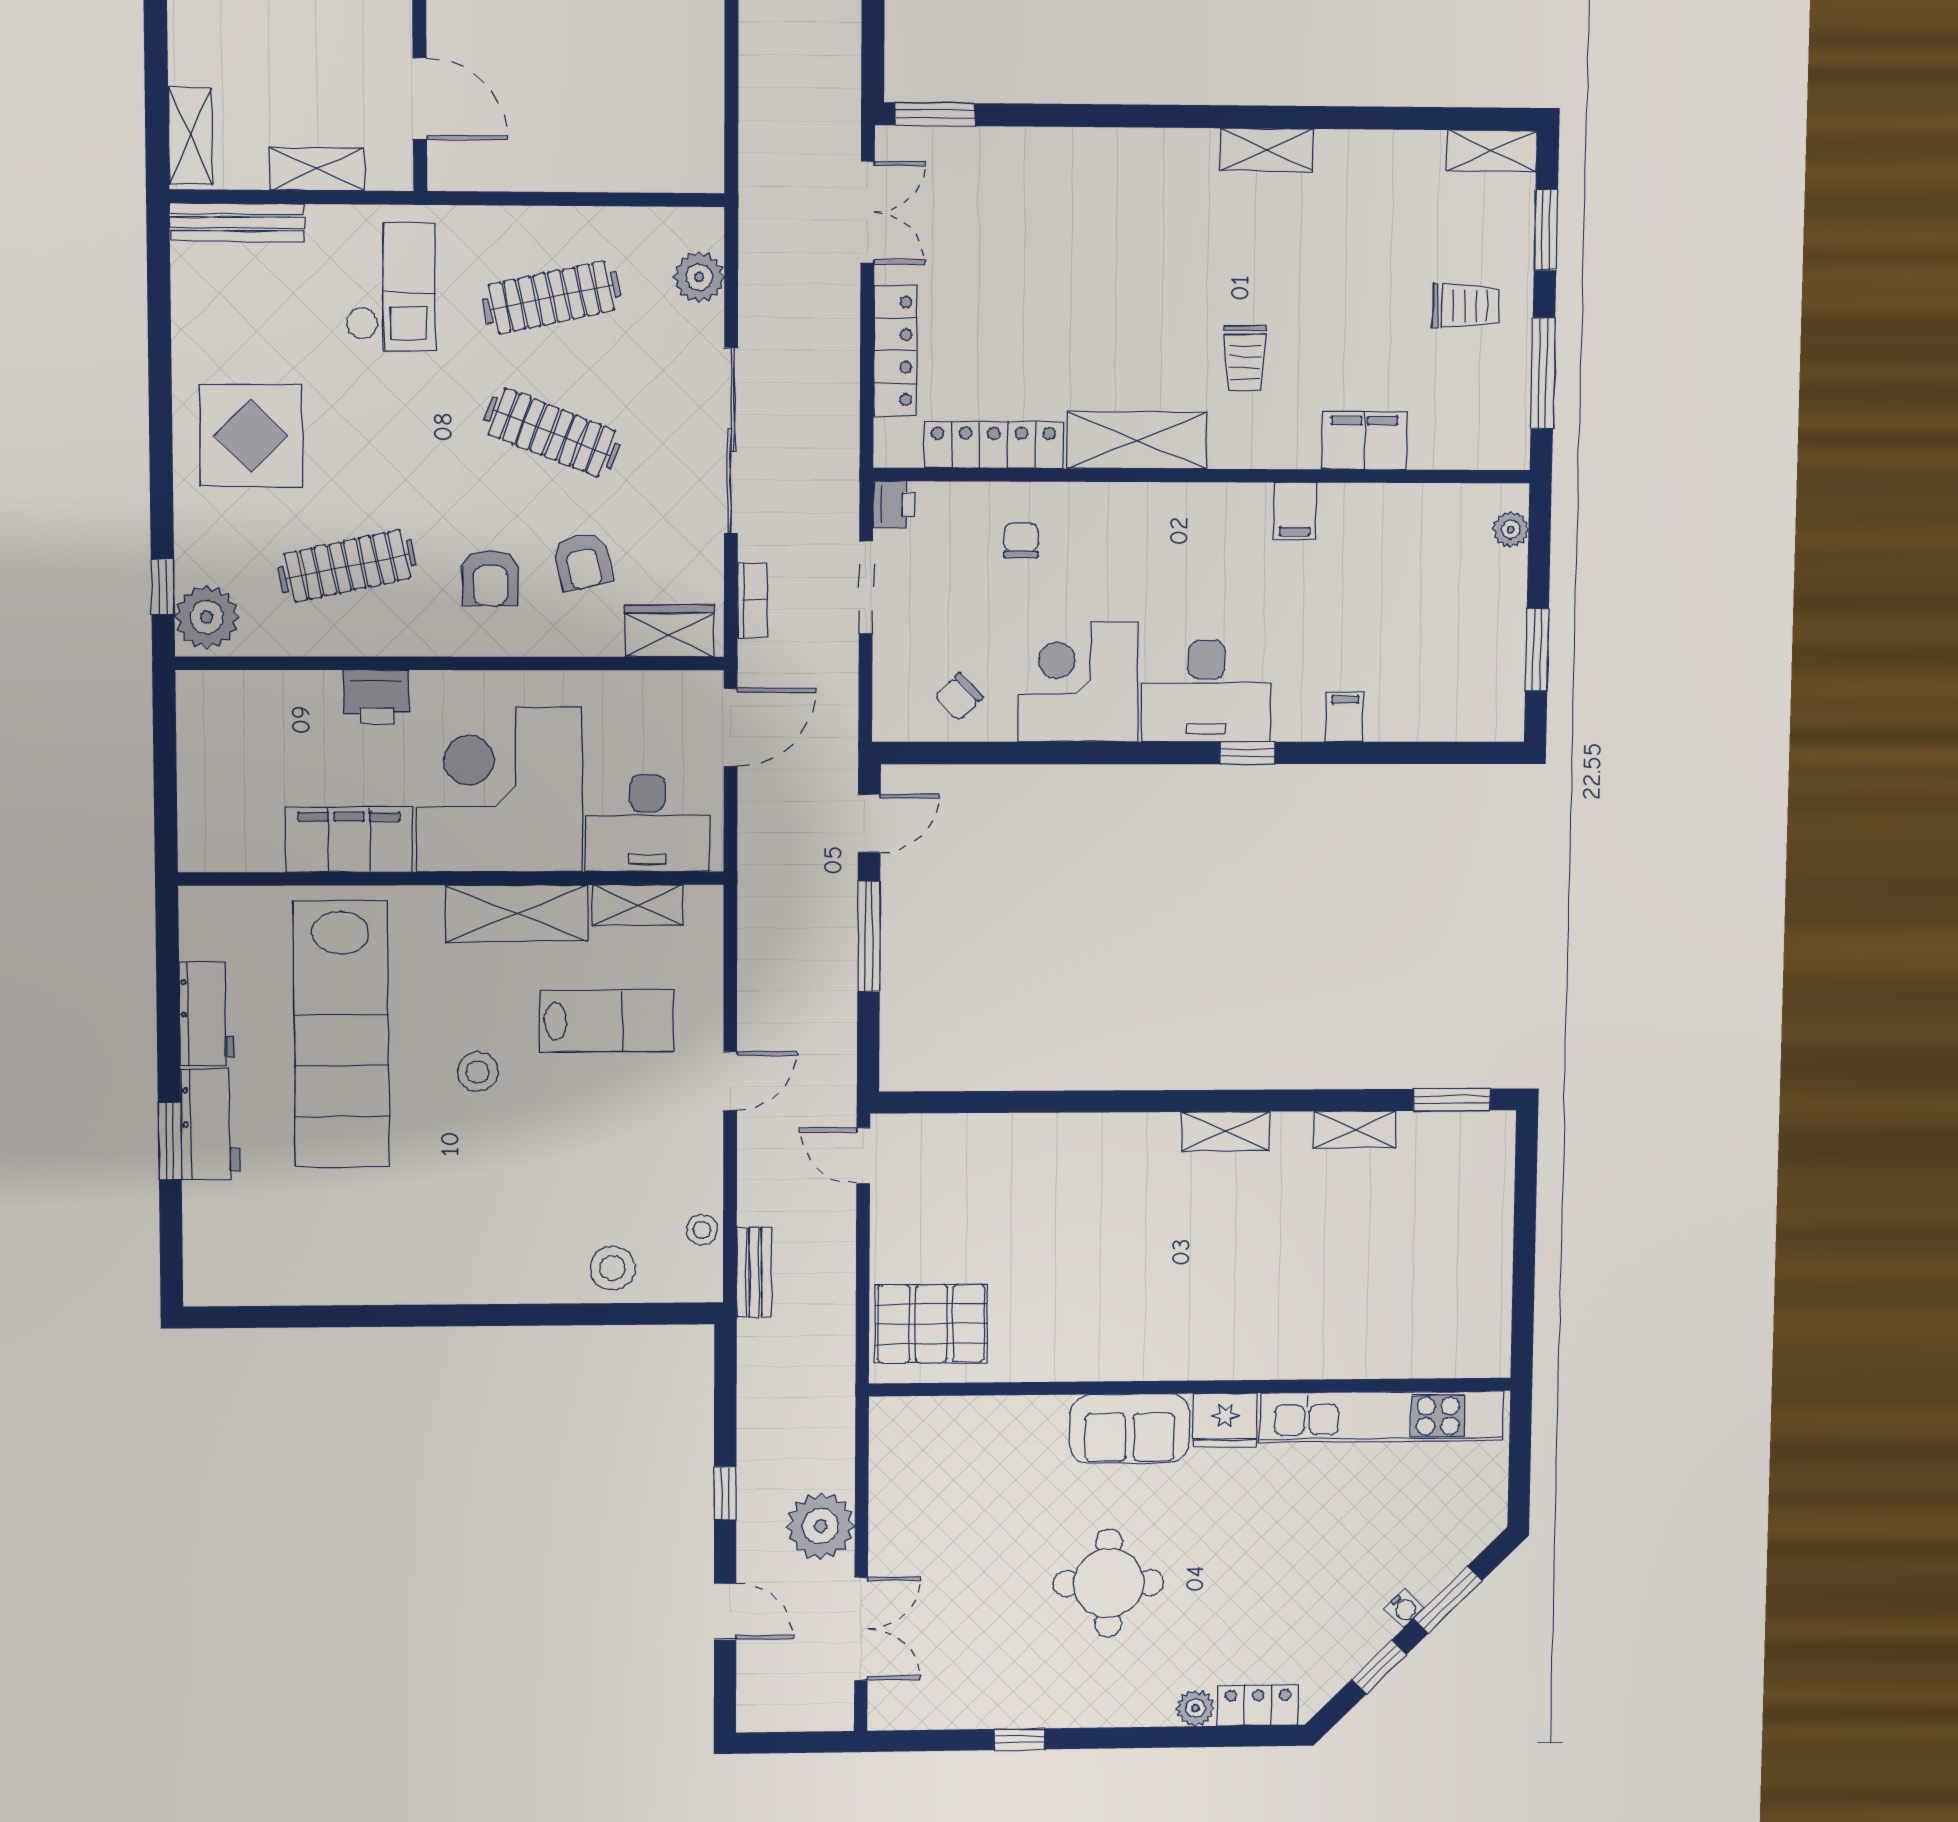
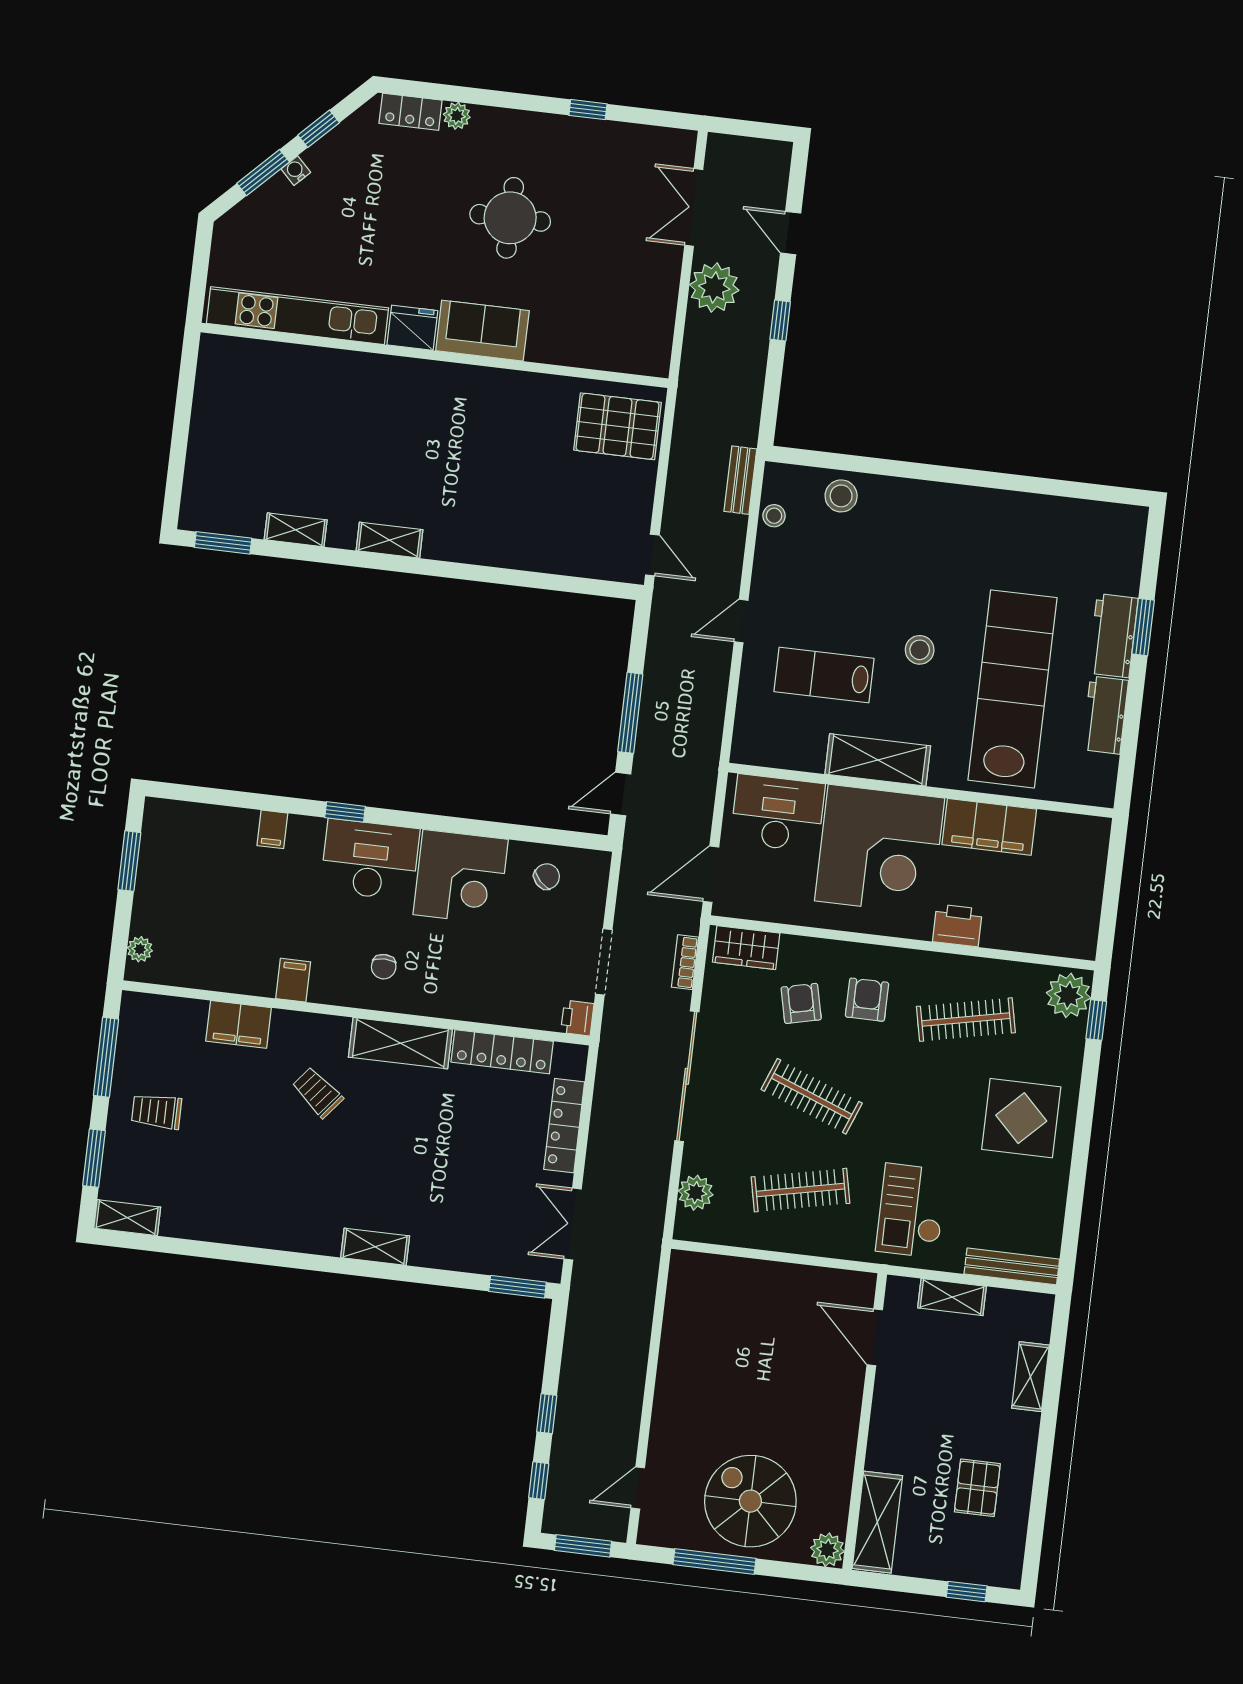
shelving: (190, 136) -> (1030, 1377), moved
shelving: (1267, 150) -> (375, 1247), moved
trolley: (1245, 358) -> (317, 1092), turned -51
chair: (1021, 541) -> (384, 967), moved
shelving: (638, 905) -> (792, 755), removed

